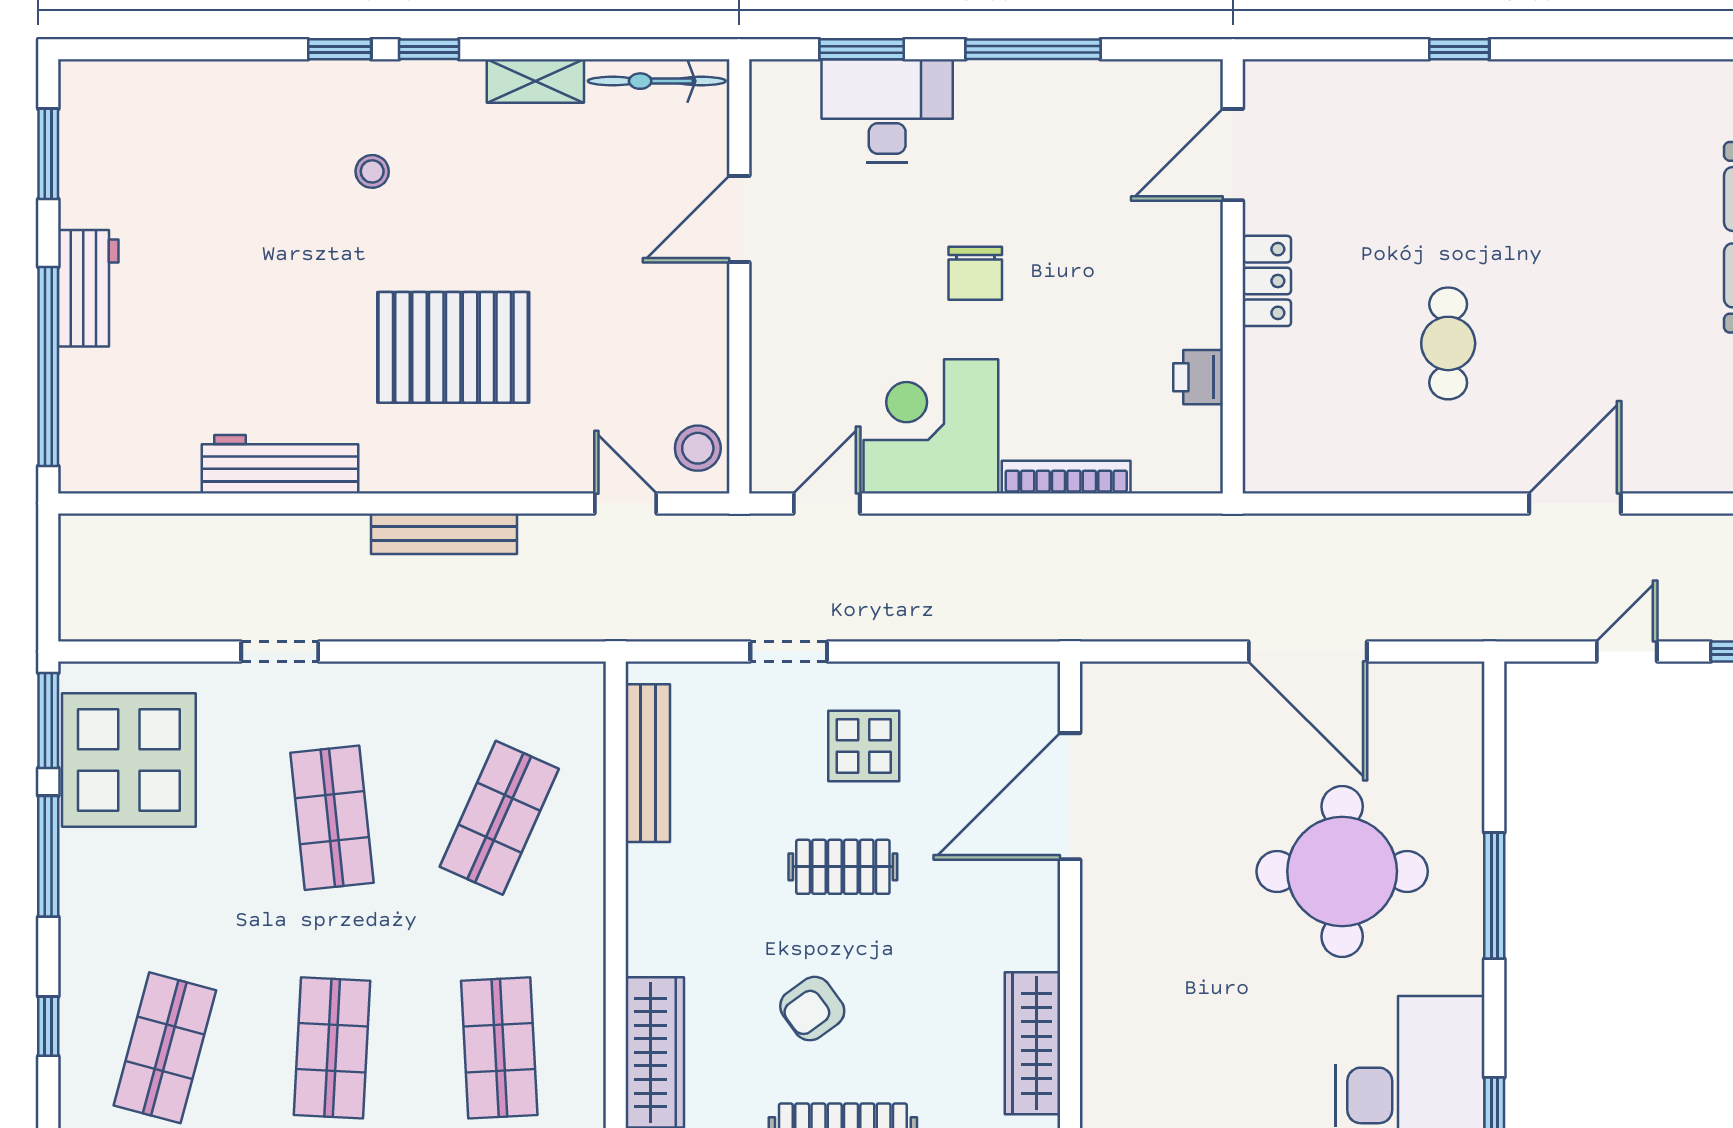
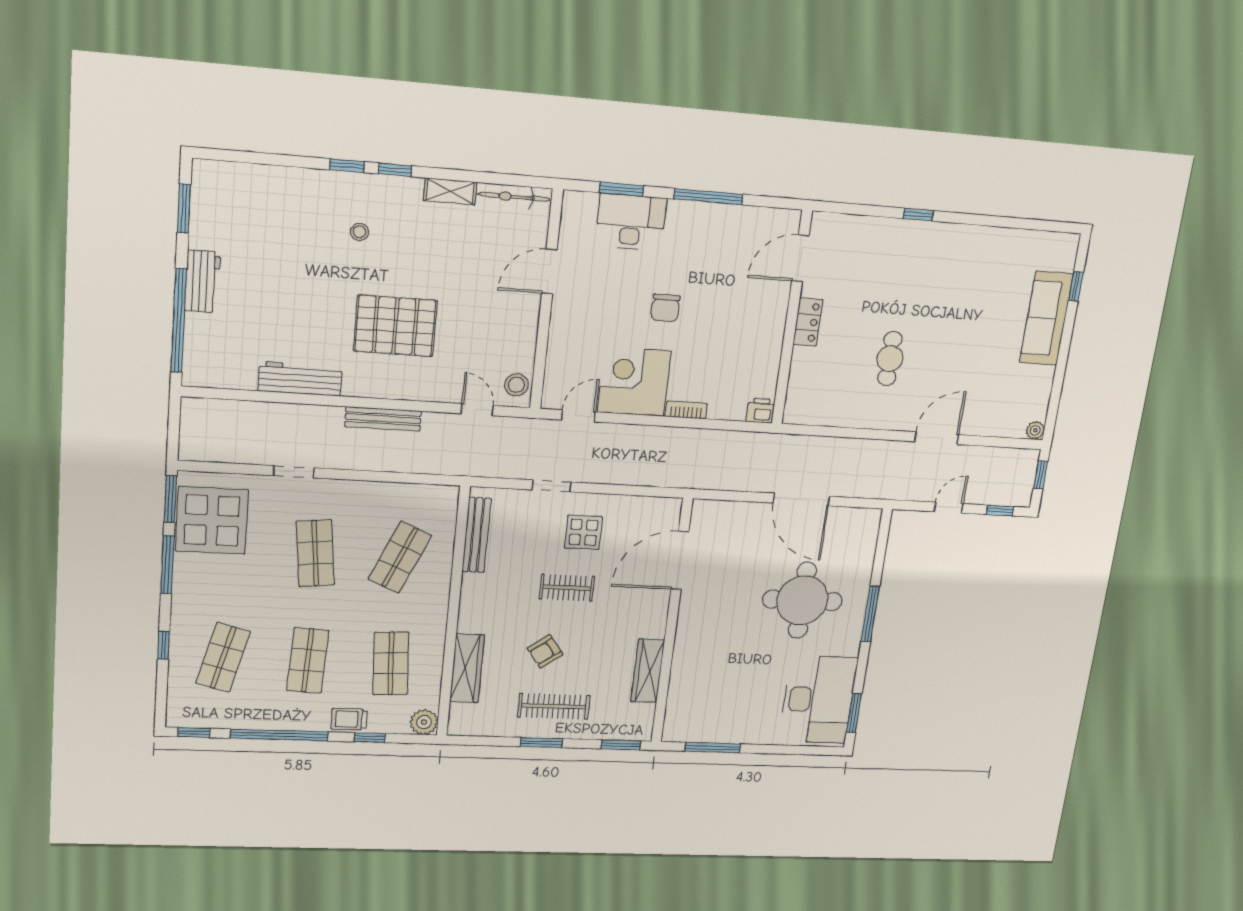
printer: (1198, 377) -> (761, 411), moved, turned 90
bookcase: (1066, 477) -> (686, 410), width x0.64

